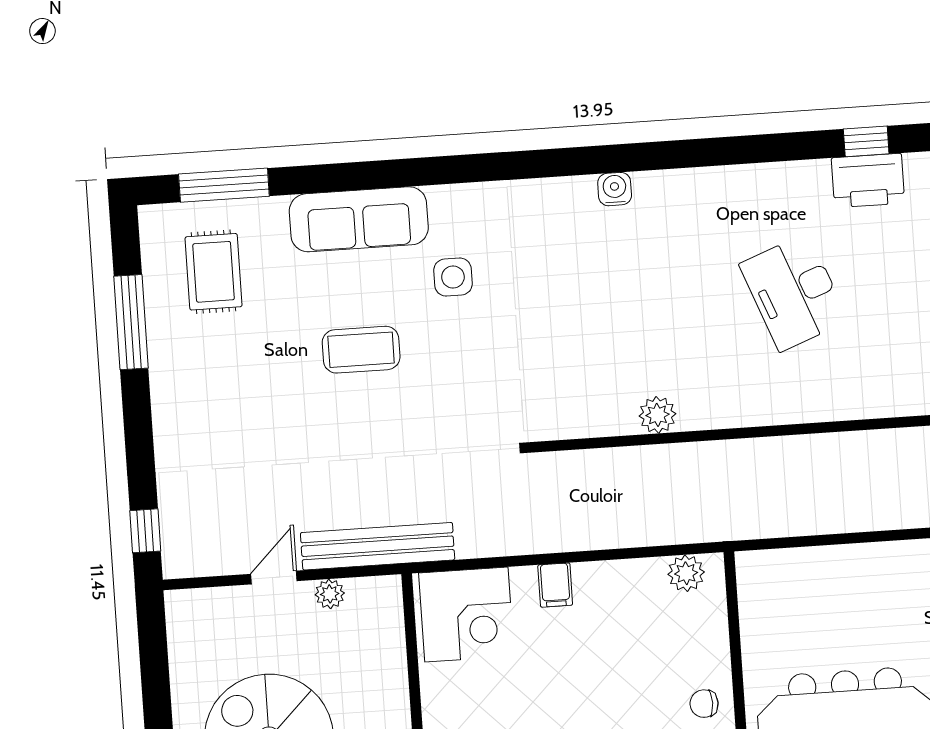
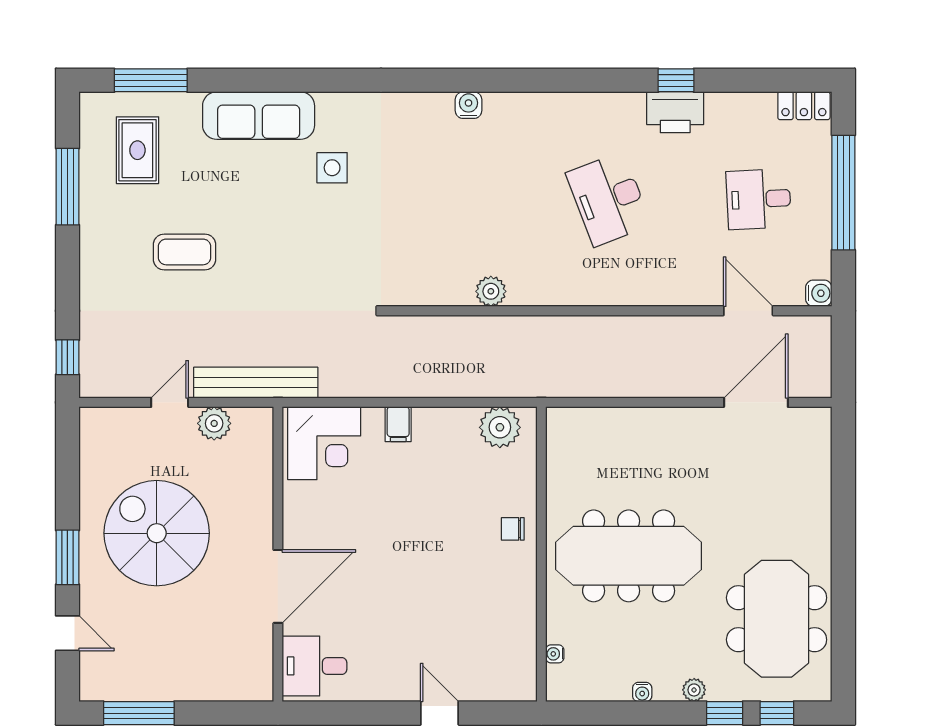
coffee table: (361, 350) -> (185, 252), moved
plant: (686, 573) -> (500, 427), width x1.36, depth x1.36
plant: (330, 594) -> (214, 423), width x1.38, depth x1.38

